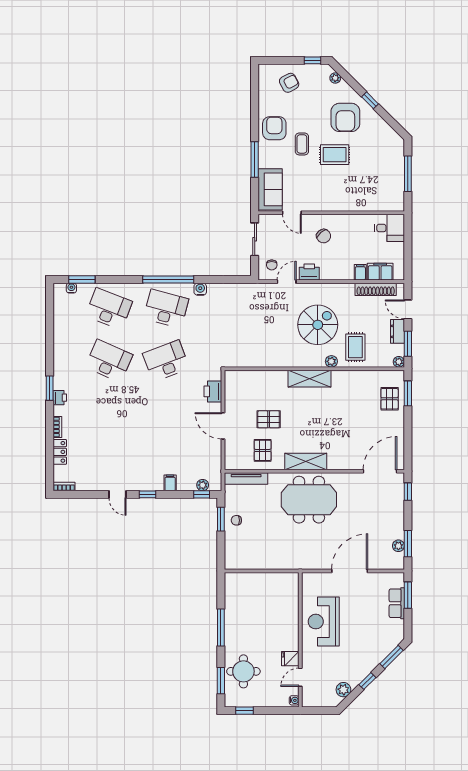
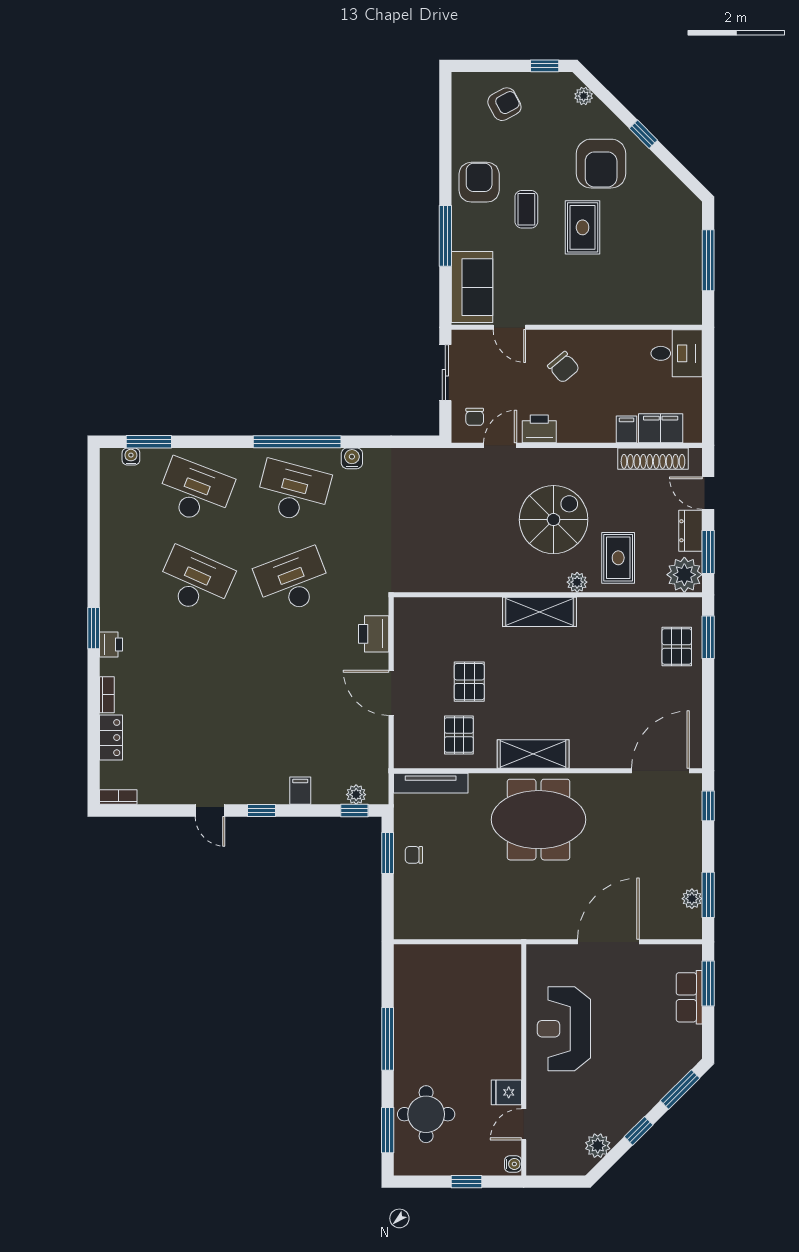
rug: (335, 155) -> (583, 227), turned 90
plant: (399, 362) -> (684, 575), width x1.88, depth x1.88
pallet: (269, 419) -> (469, 682), turned 90
window: (244, 711) -> (467, 1182), moved

